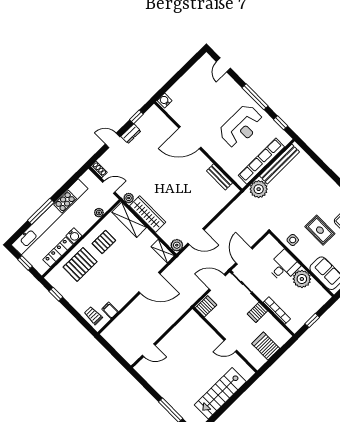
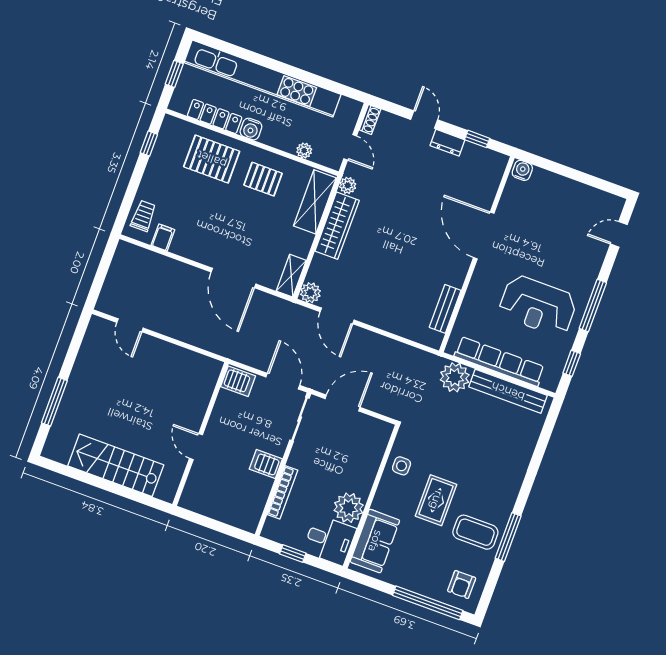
window: (41, 211) -> (264, 61), removed
desk: (284, 266) -> (330, 540), moved
server rack: (266, 346) -> (220, 501), removed

